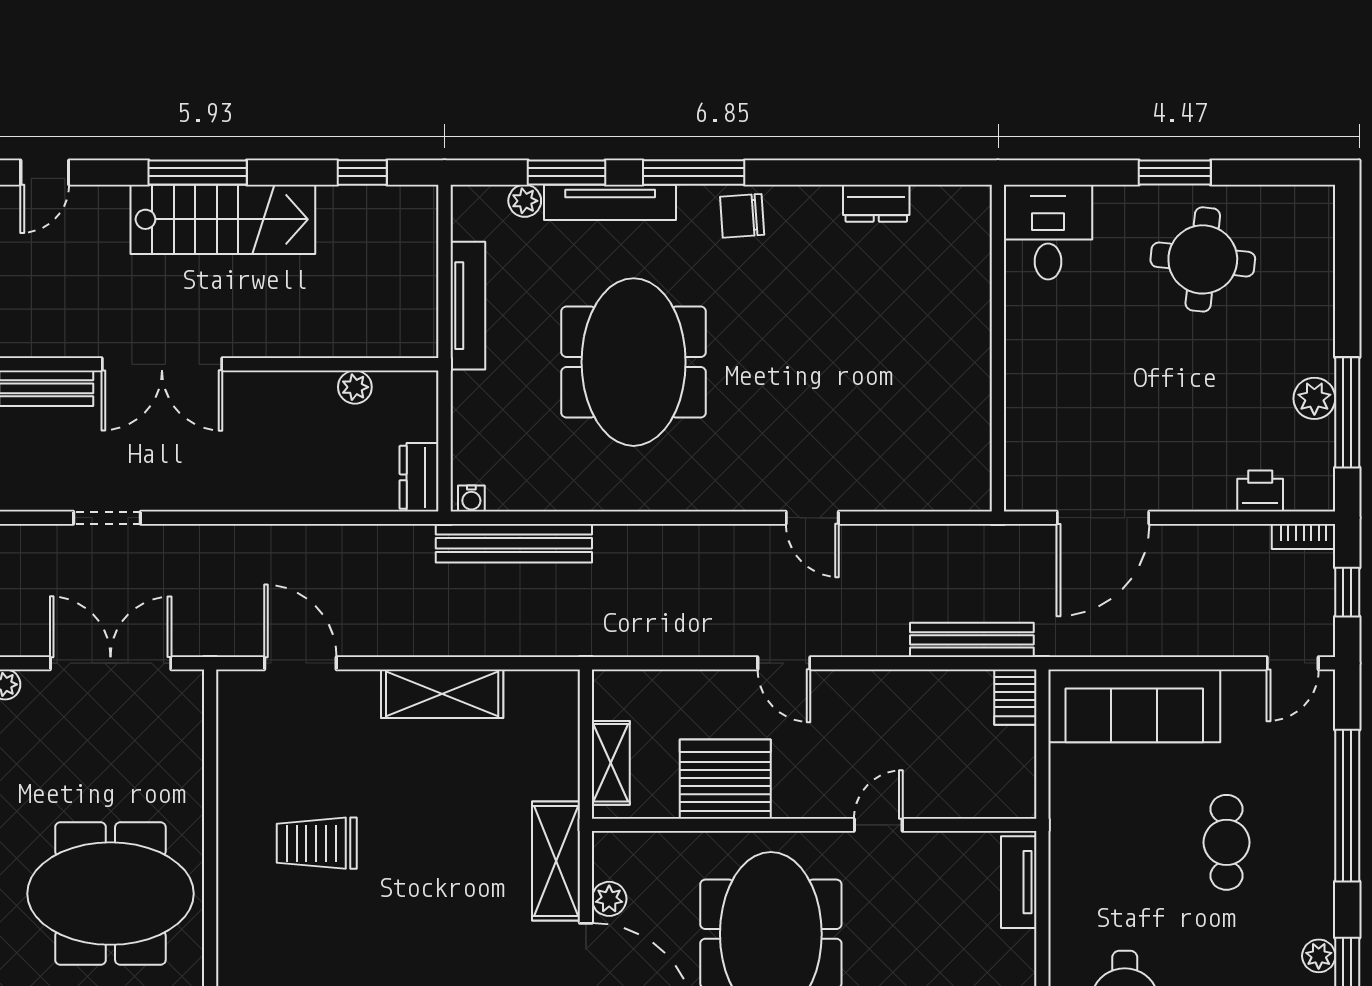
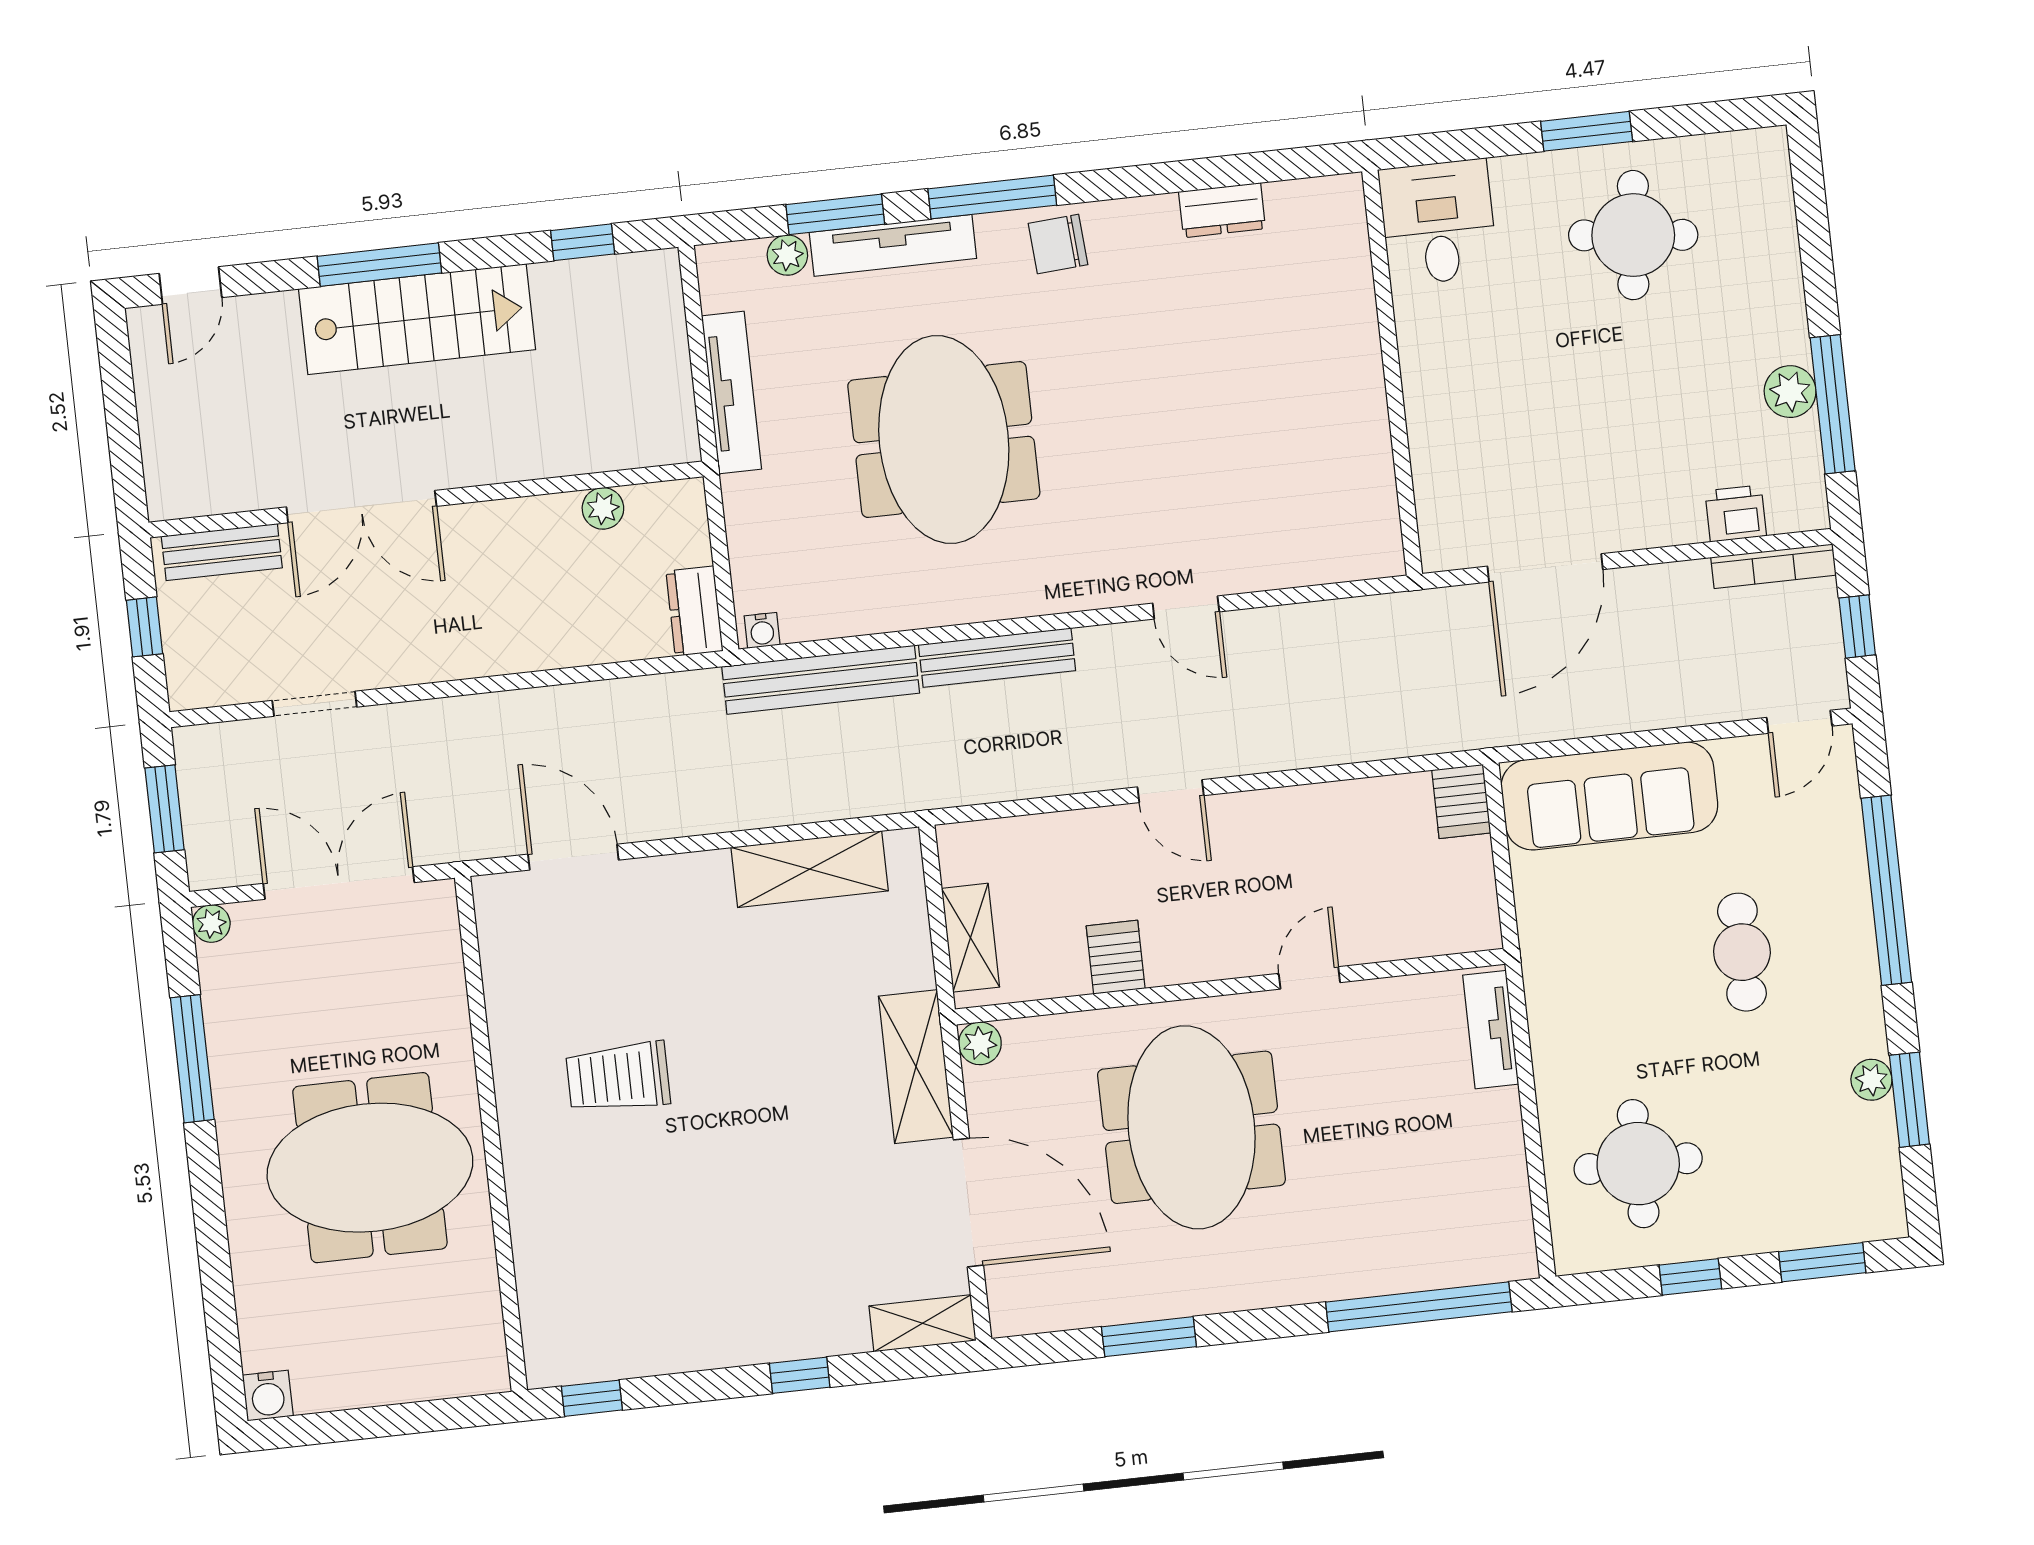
bookcase: (1304, 537) -> (1774, 566), width x1.56
bench: (972, 640) -> (997, 658), moved
shelving: (442, 694) -> (810, 869), moved
server rack: (725, 779) -> (1116, 957), width x0.46, depth x0.70
plant: (609, 899) -> (980, 1043), moved

